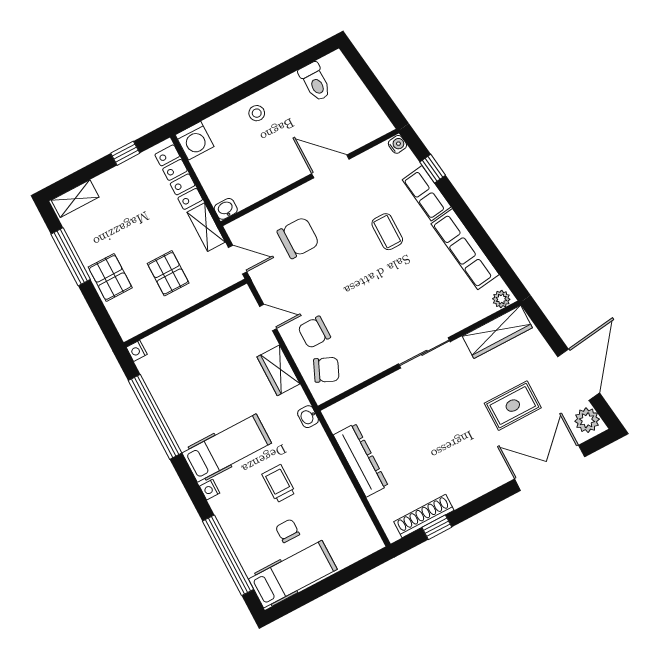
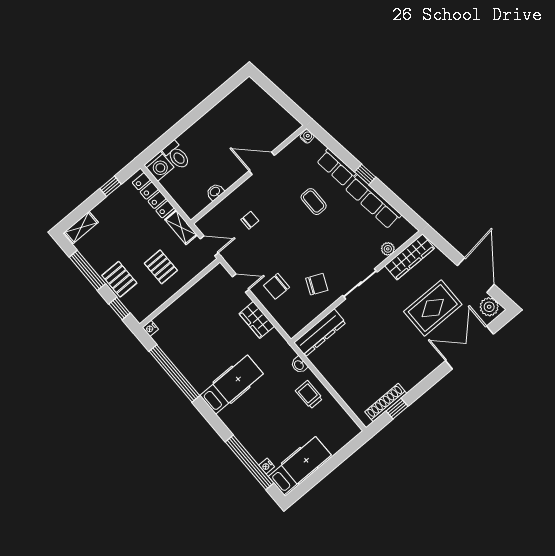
toilet: (315, 82) -> (177, 155), moved
stool: (257, 113) -> (200, 136), removed
window: (433, 169) -> (365, 175), moved
washbasin: (226, 209) -> (215, 192), moved
chair: (298, 238) -> (250, 220), width x0.54, depth x0.54
plant: (501, 299) -> (388, 249), moved
window: (102, 316) -> (119, 308), added
chair: (326, 370) -> (317, 284), moved
rug: (513, 406) -> (433, 308), width x1.36, depth x1.43
washbasin: (308, 417) -> (299, 365), moved
dresser: (361, 460) -> (320, 333), moved, turned 90
trolley: (279, 484) -> (309, 395), moved
nightstand: (210, 490) -> (267, 466), moved
chair: (288, 531) -> (289, 435), removed

